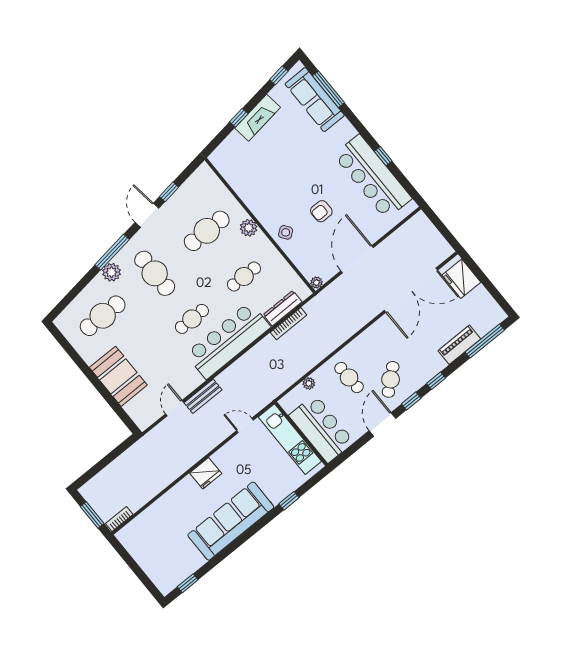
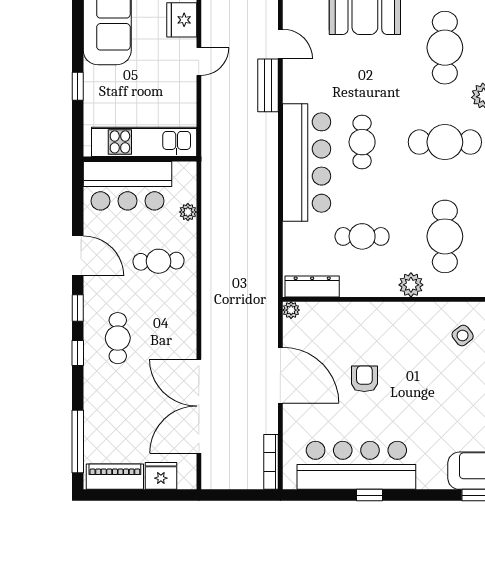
side table: (286, 232) -> (463, 335), moved
cafe table: (244, 276) -> (362, 236), turned 90
fridge: (461, 279) -> (161, 476), width x0.73, depth x0.75
dresser: (283, 308) -> (312, 286), moved, turned -90
bookcase: (289, 324) -> (271, 462), moved
piano: (459, 345) -> (115, 477), moved, turned -90
cafe table: (391, 379) -> (118, 338), moved, turned 41
door: (245, 425) -> (199, 61), moved

